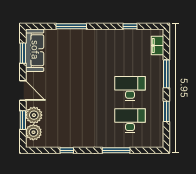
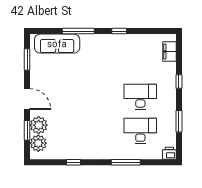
window: (130, 26) -> (119, 31), moved
sofa: (35, 50) -> (57, 44), moved, turned 90
window: (166, 74) -> (179, 82), width x0.46
printer: (157, 142) -> (169, 153), added

